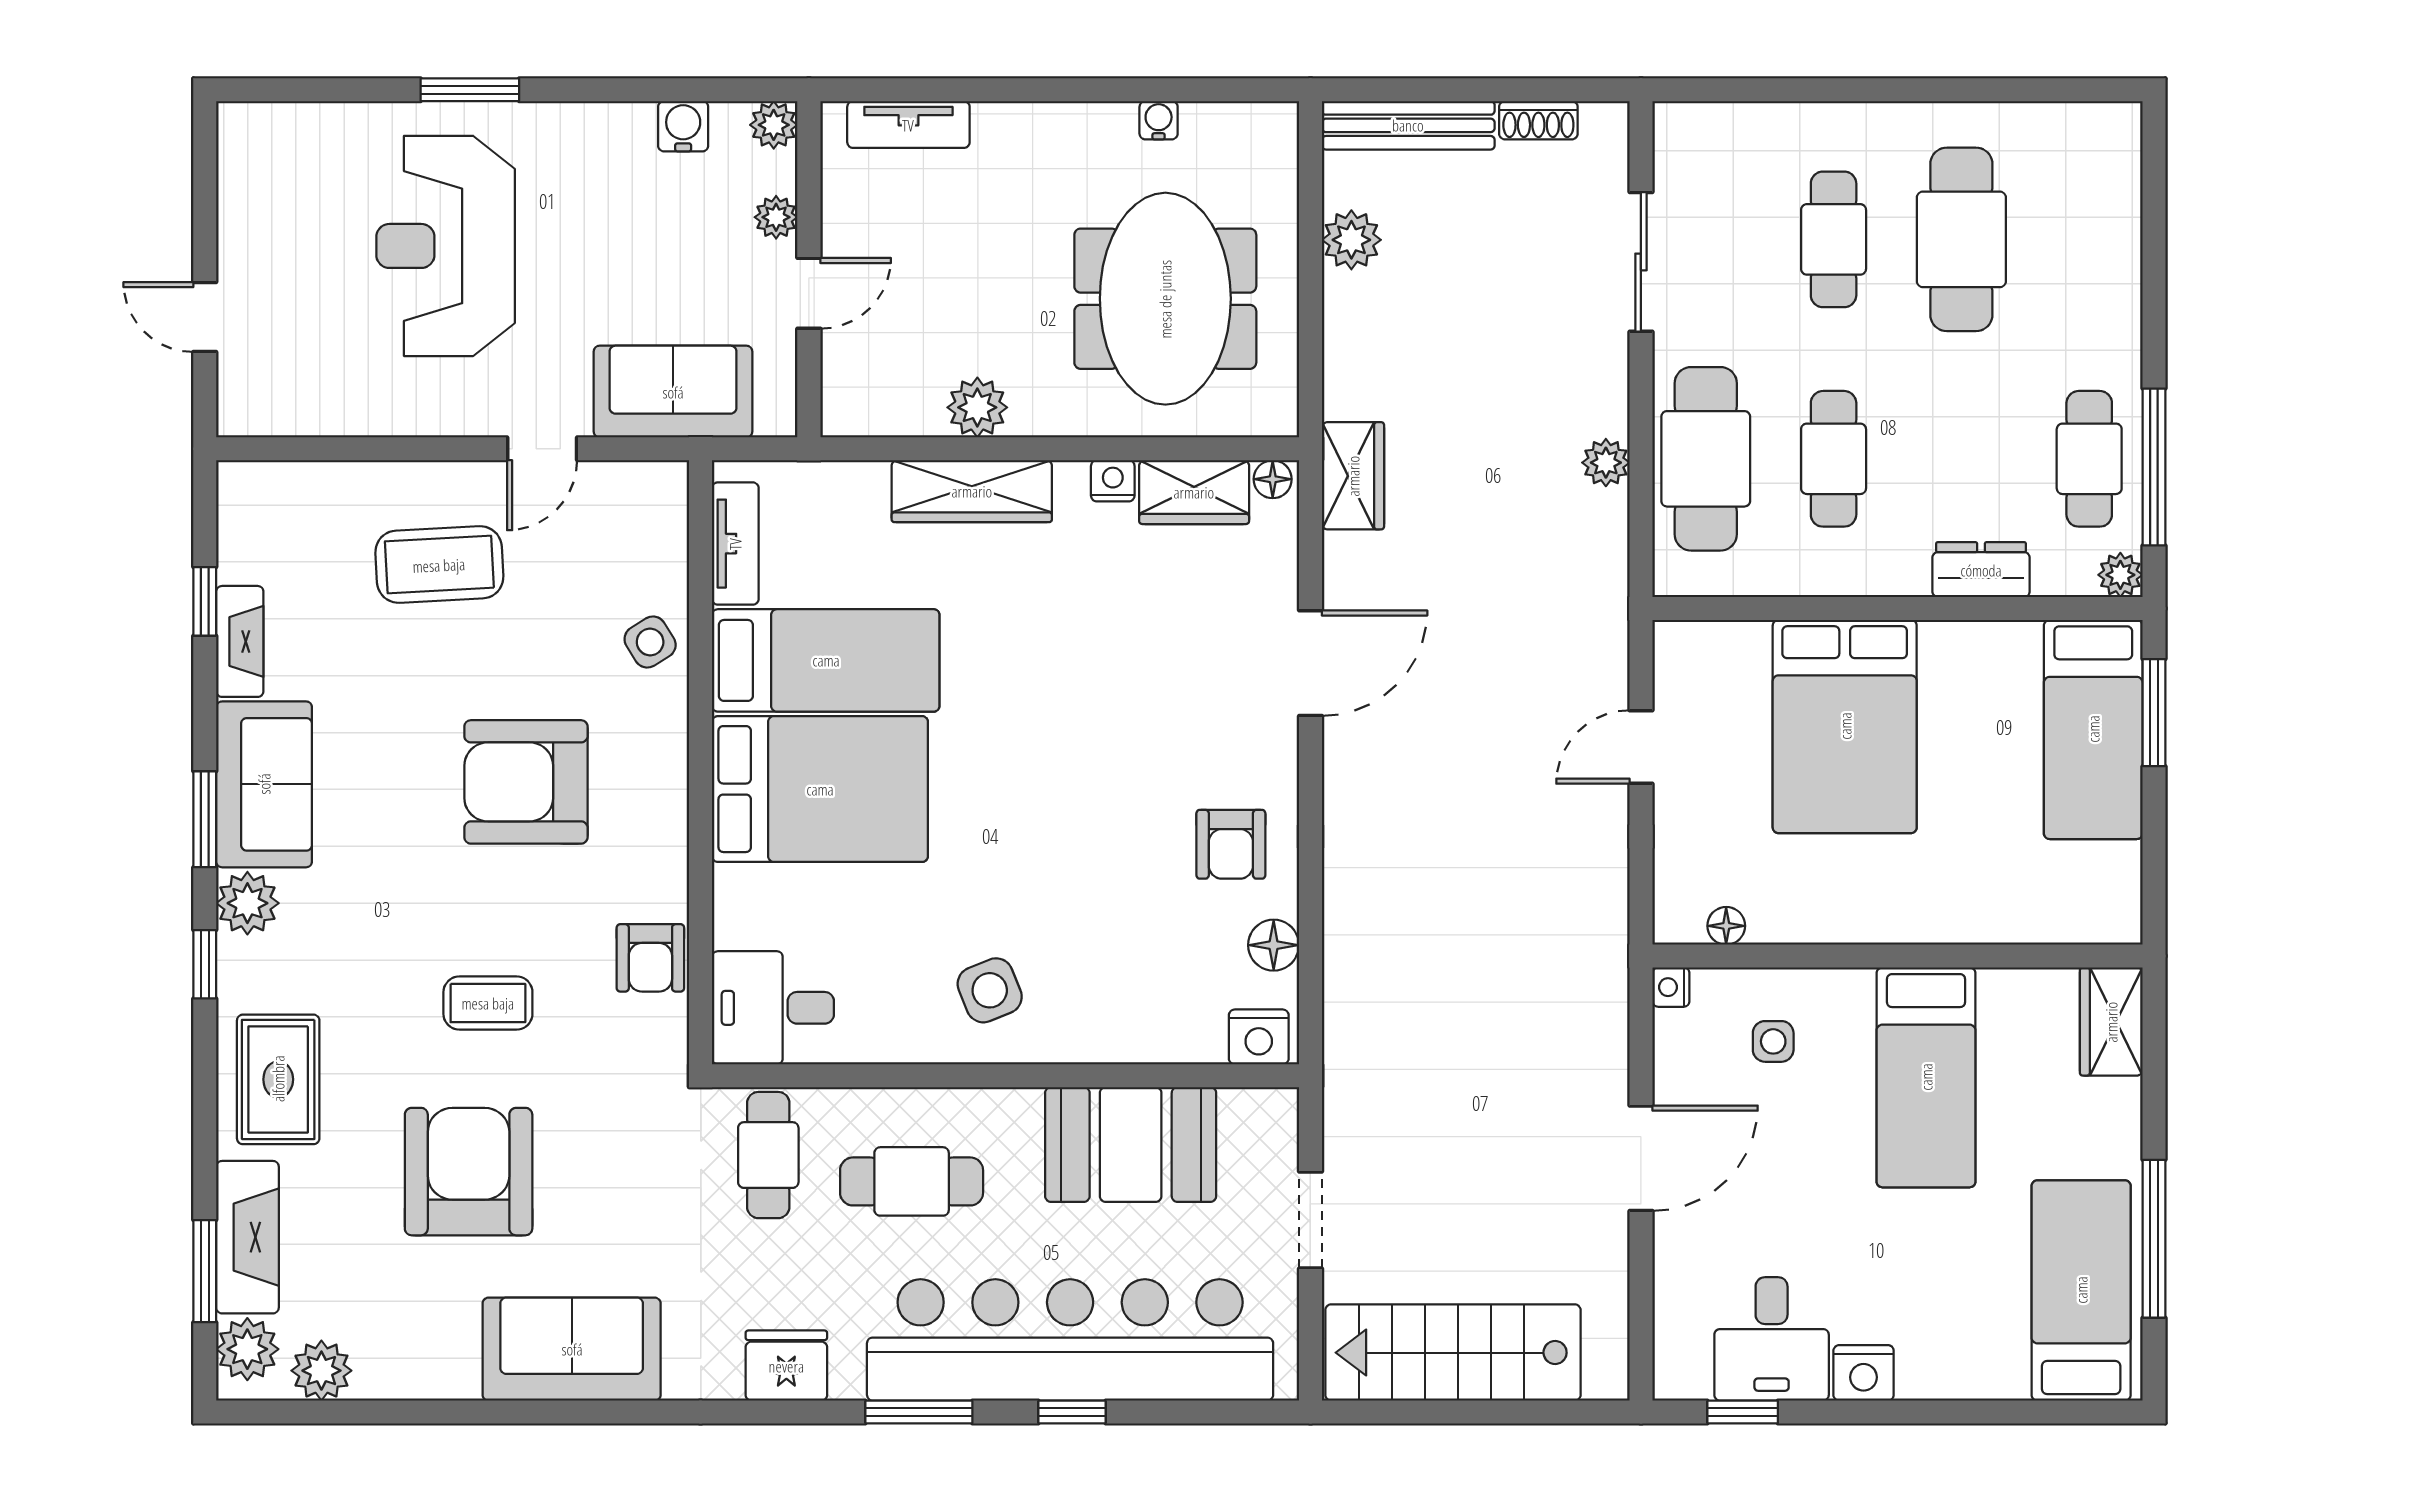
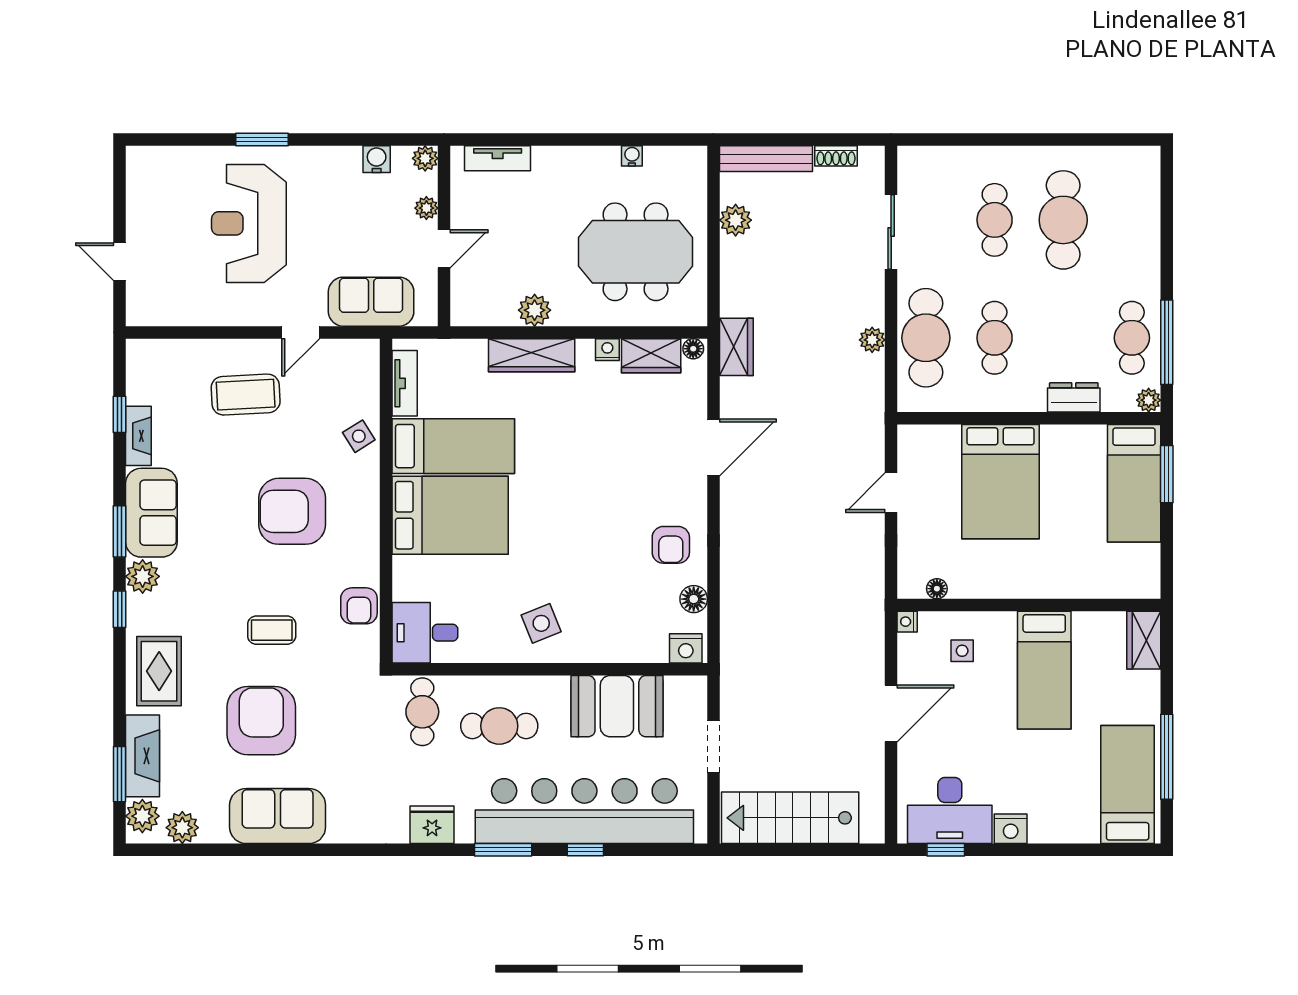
meeting table: (1165, 299) -> (636, 252), turned 90
desk: (1772, 1339) -> (950, 811), width x1.37
sofa: (572, 1349) -> (278, 816), moved

